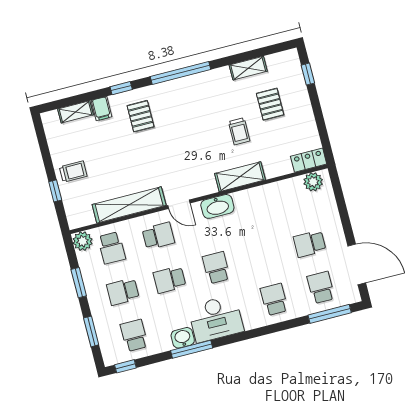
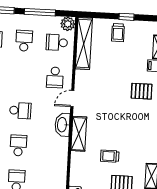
shelving: (240, 177) -> (79, 134), moved
window: (55, 191) -> (126, 17), moved
shelving: (129, 205) -> (84, 44), moved
school desk: (170, 280) -> (18, 145), moved
window: (79, 283) -> (40, 12), width x1.44

